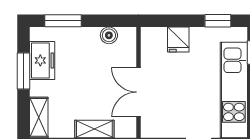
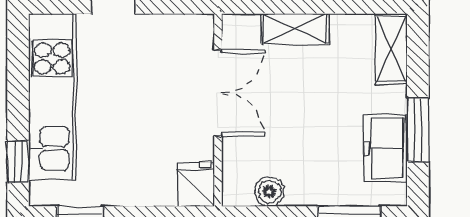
fridge: (178, 40) -> (196, 184), moved

